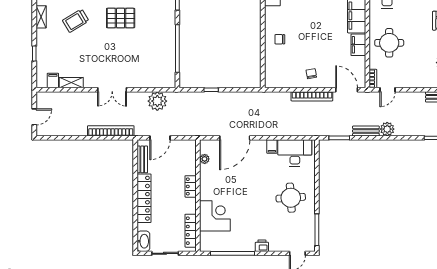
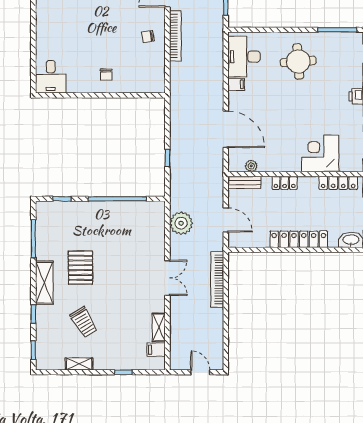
bench: (142, 159) -> (244, 182), moved

